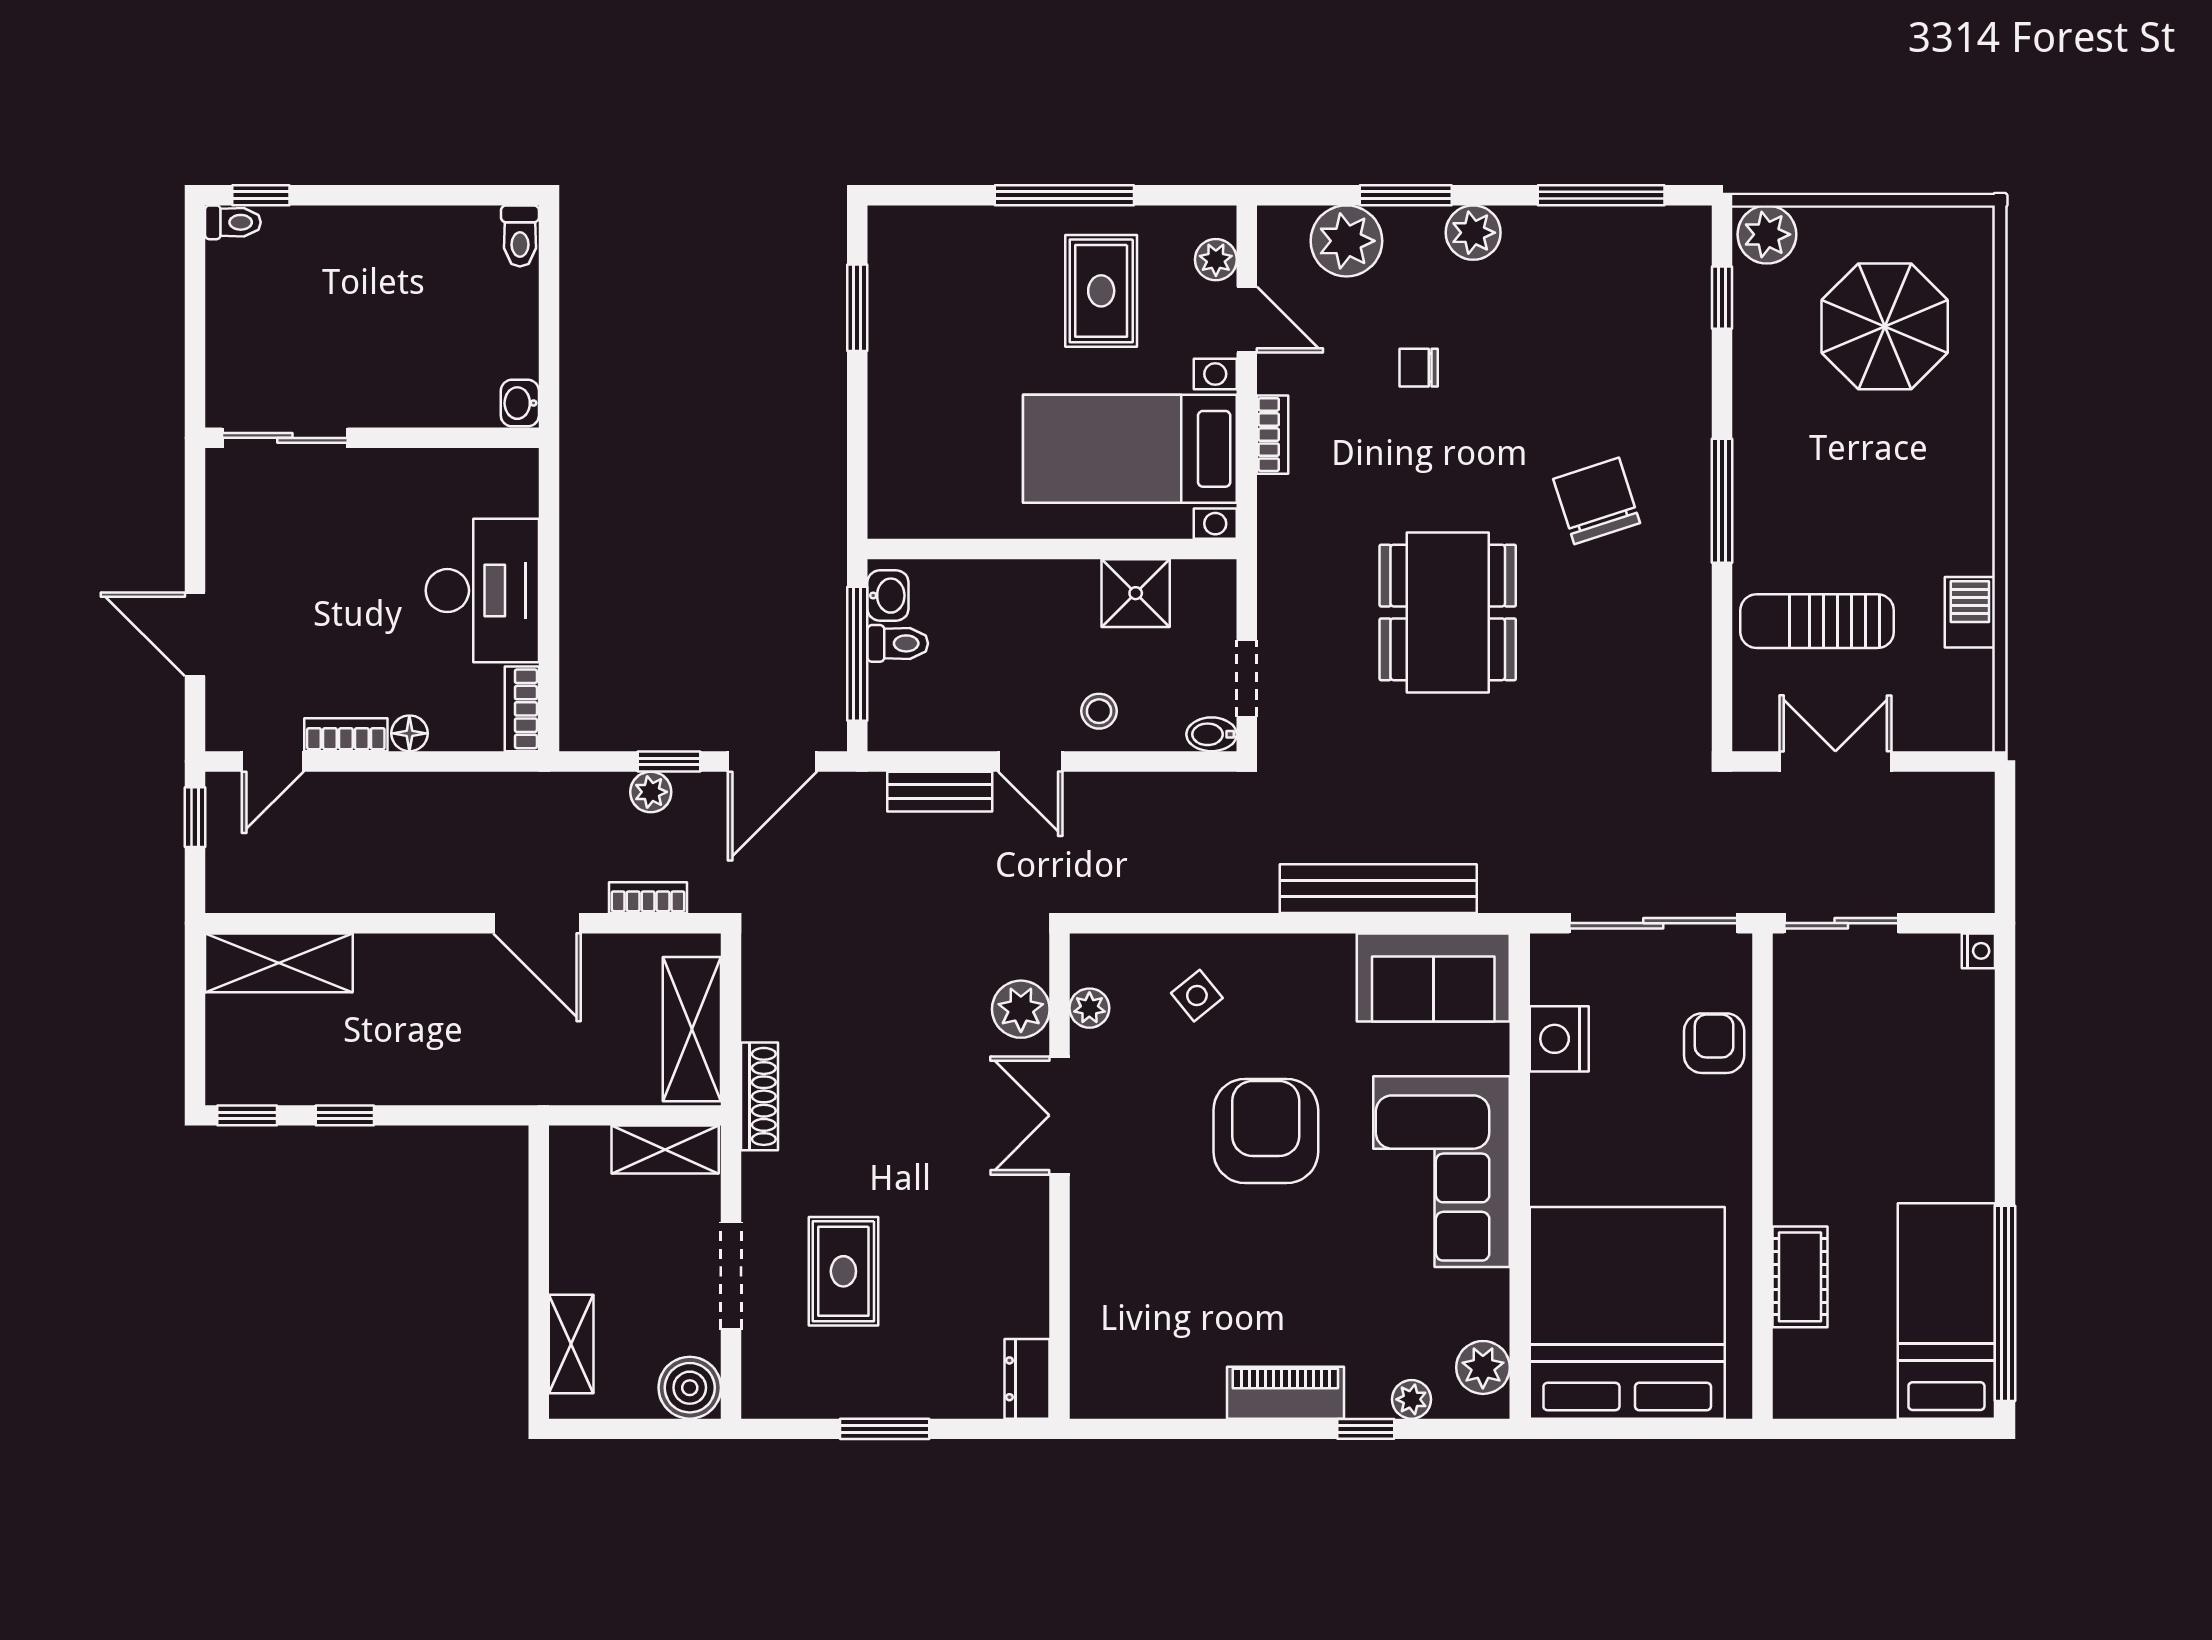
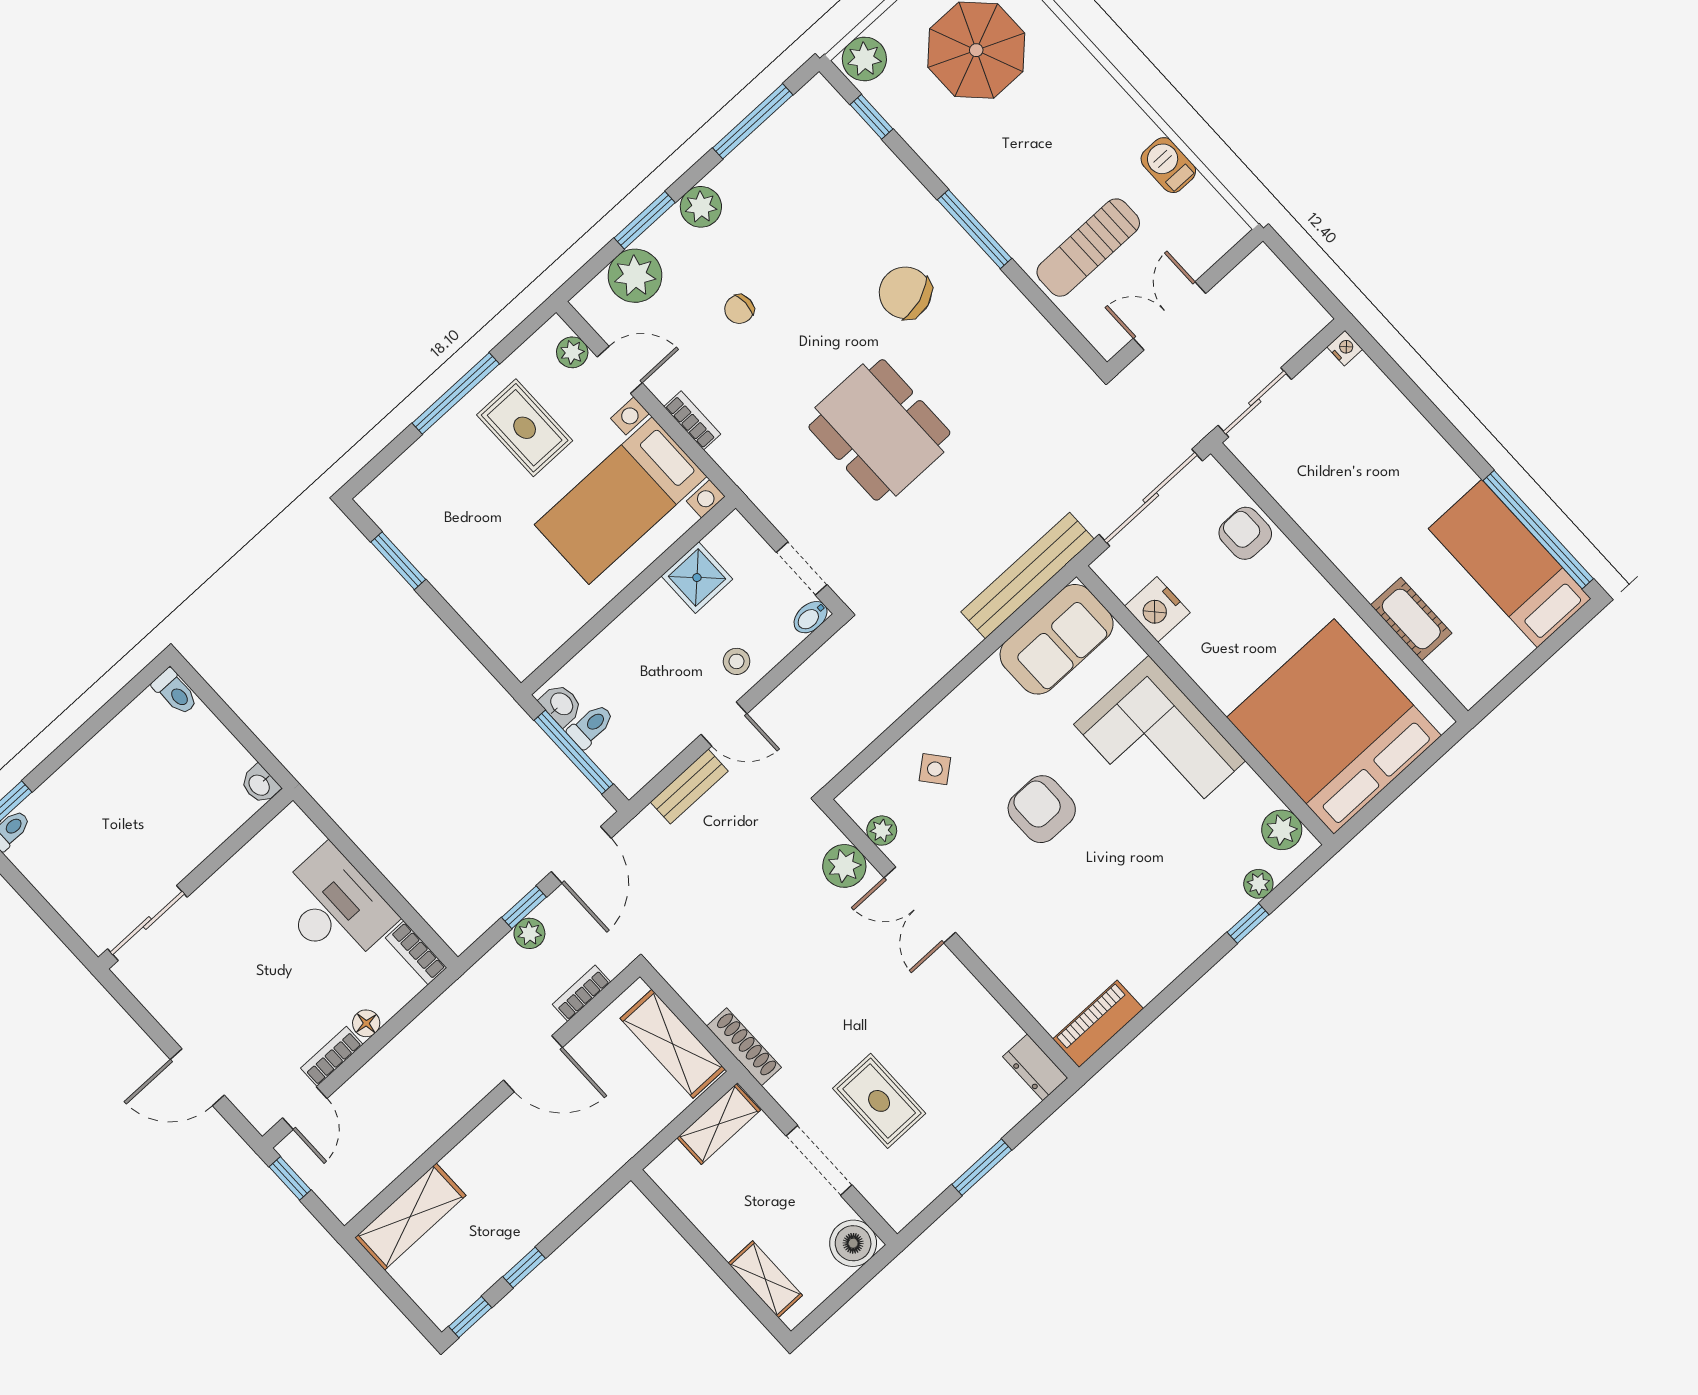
bench: (1378, 889) -> (1028, 575), moved
armchair: (1266, 1131) -> (1042, 809), width x0.73, depth x0.73
piano: (1285, 1393) -> (1098, 1024), moved

